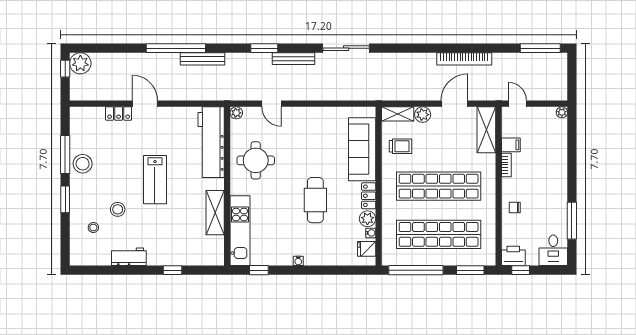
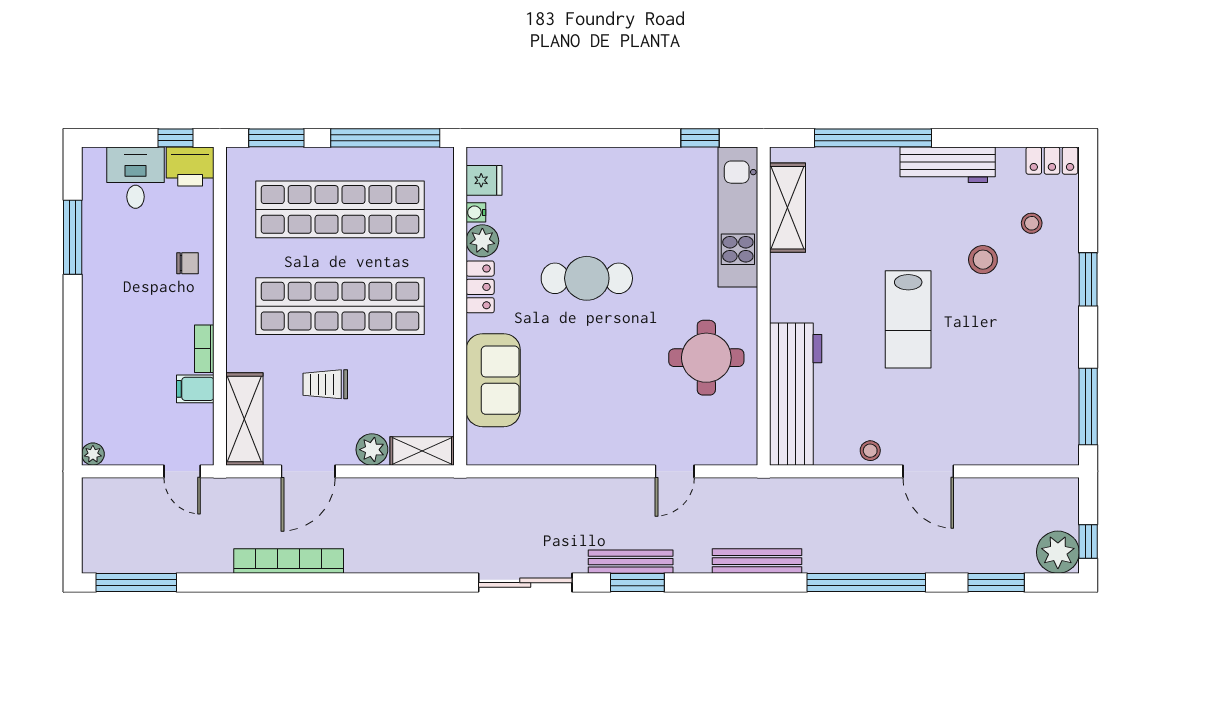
window: (111, 48) -> (996, 583), added
window: (264, 48) -> (637, 583), moved
bench: (202, 59) -> (757, 561), moved
door: (271, 104) -> (675, 471), swing flipped
plant: (236, 113) -> (745, 453), removed
locker: (119, 114) -> (1052, 161), moved, turned 180
trolley: (401, 146) -> (325, 384), moved
sofa: (362, 149) -> (493, 380), width x0.73
window: (65, 155) -> (1088, 406), moved
stool: (83, 164) -> (870, 451), moved, width x0.53, depth x0.53
lab bench: (155, 180) -> (908, 319), turned 180
cafe table: (315, 200) -> (587, 278), turned 90
shelving: (215, 213) -> (788, 208), moved
desk: (553, 250) -> (135, 178), moved
workbench: (129, 257) -> (948, 165), width x1.38
water cooler: (298, 261) -> (621, 156), removed
window: (173, 270) -> (873, 138), width x3.17

